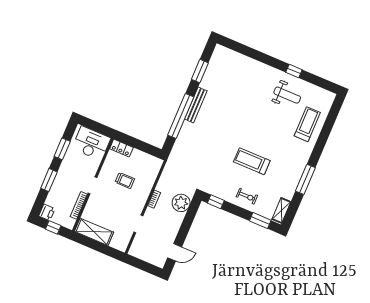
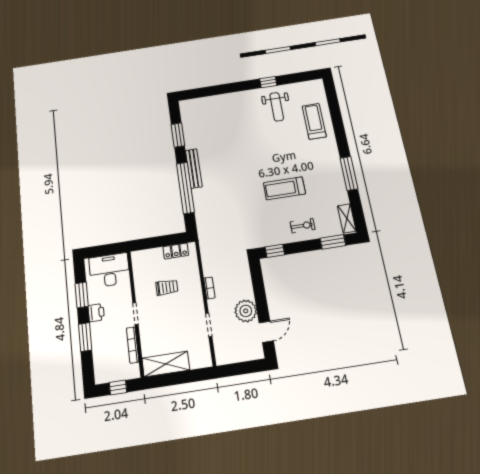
weight bench: (287, 95) -> (277, 107), turned 90
locker: (121, 148) -> (176, 251), moved
plant: (181, 203) -> (246, 311), moved
printer: (47, 212) -> (96, 313), moved

